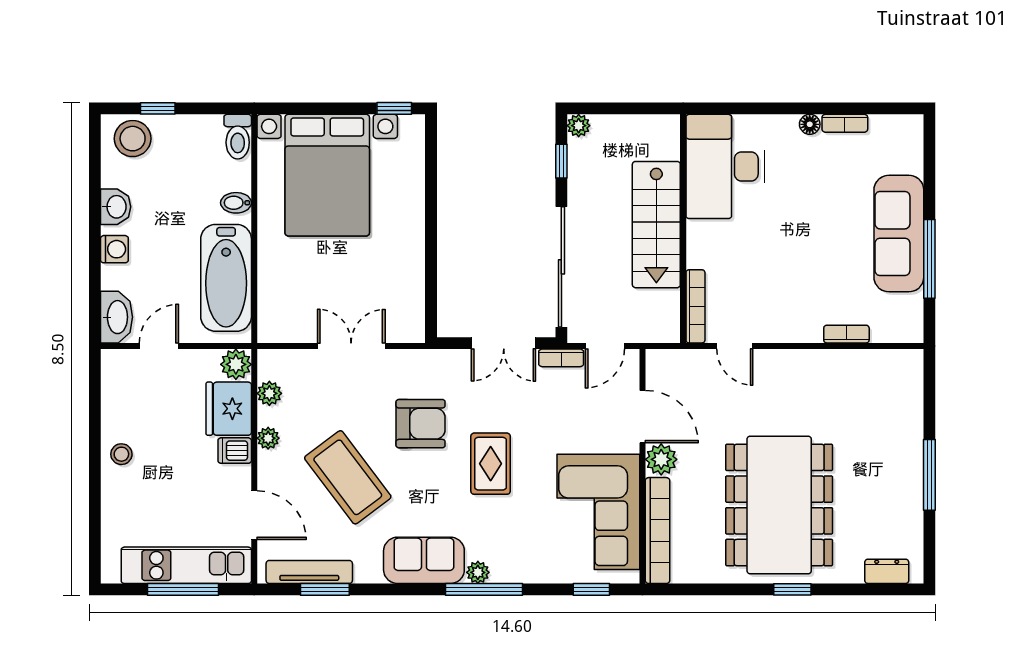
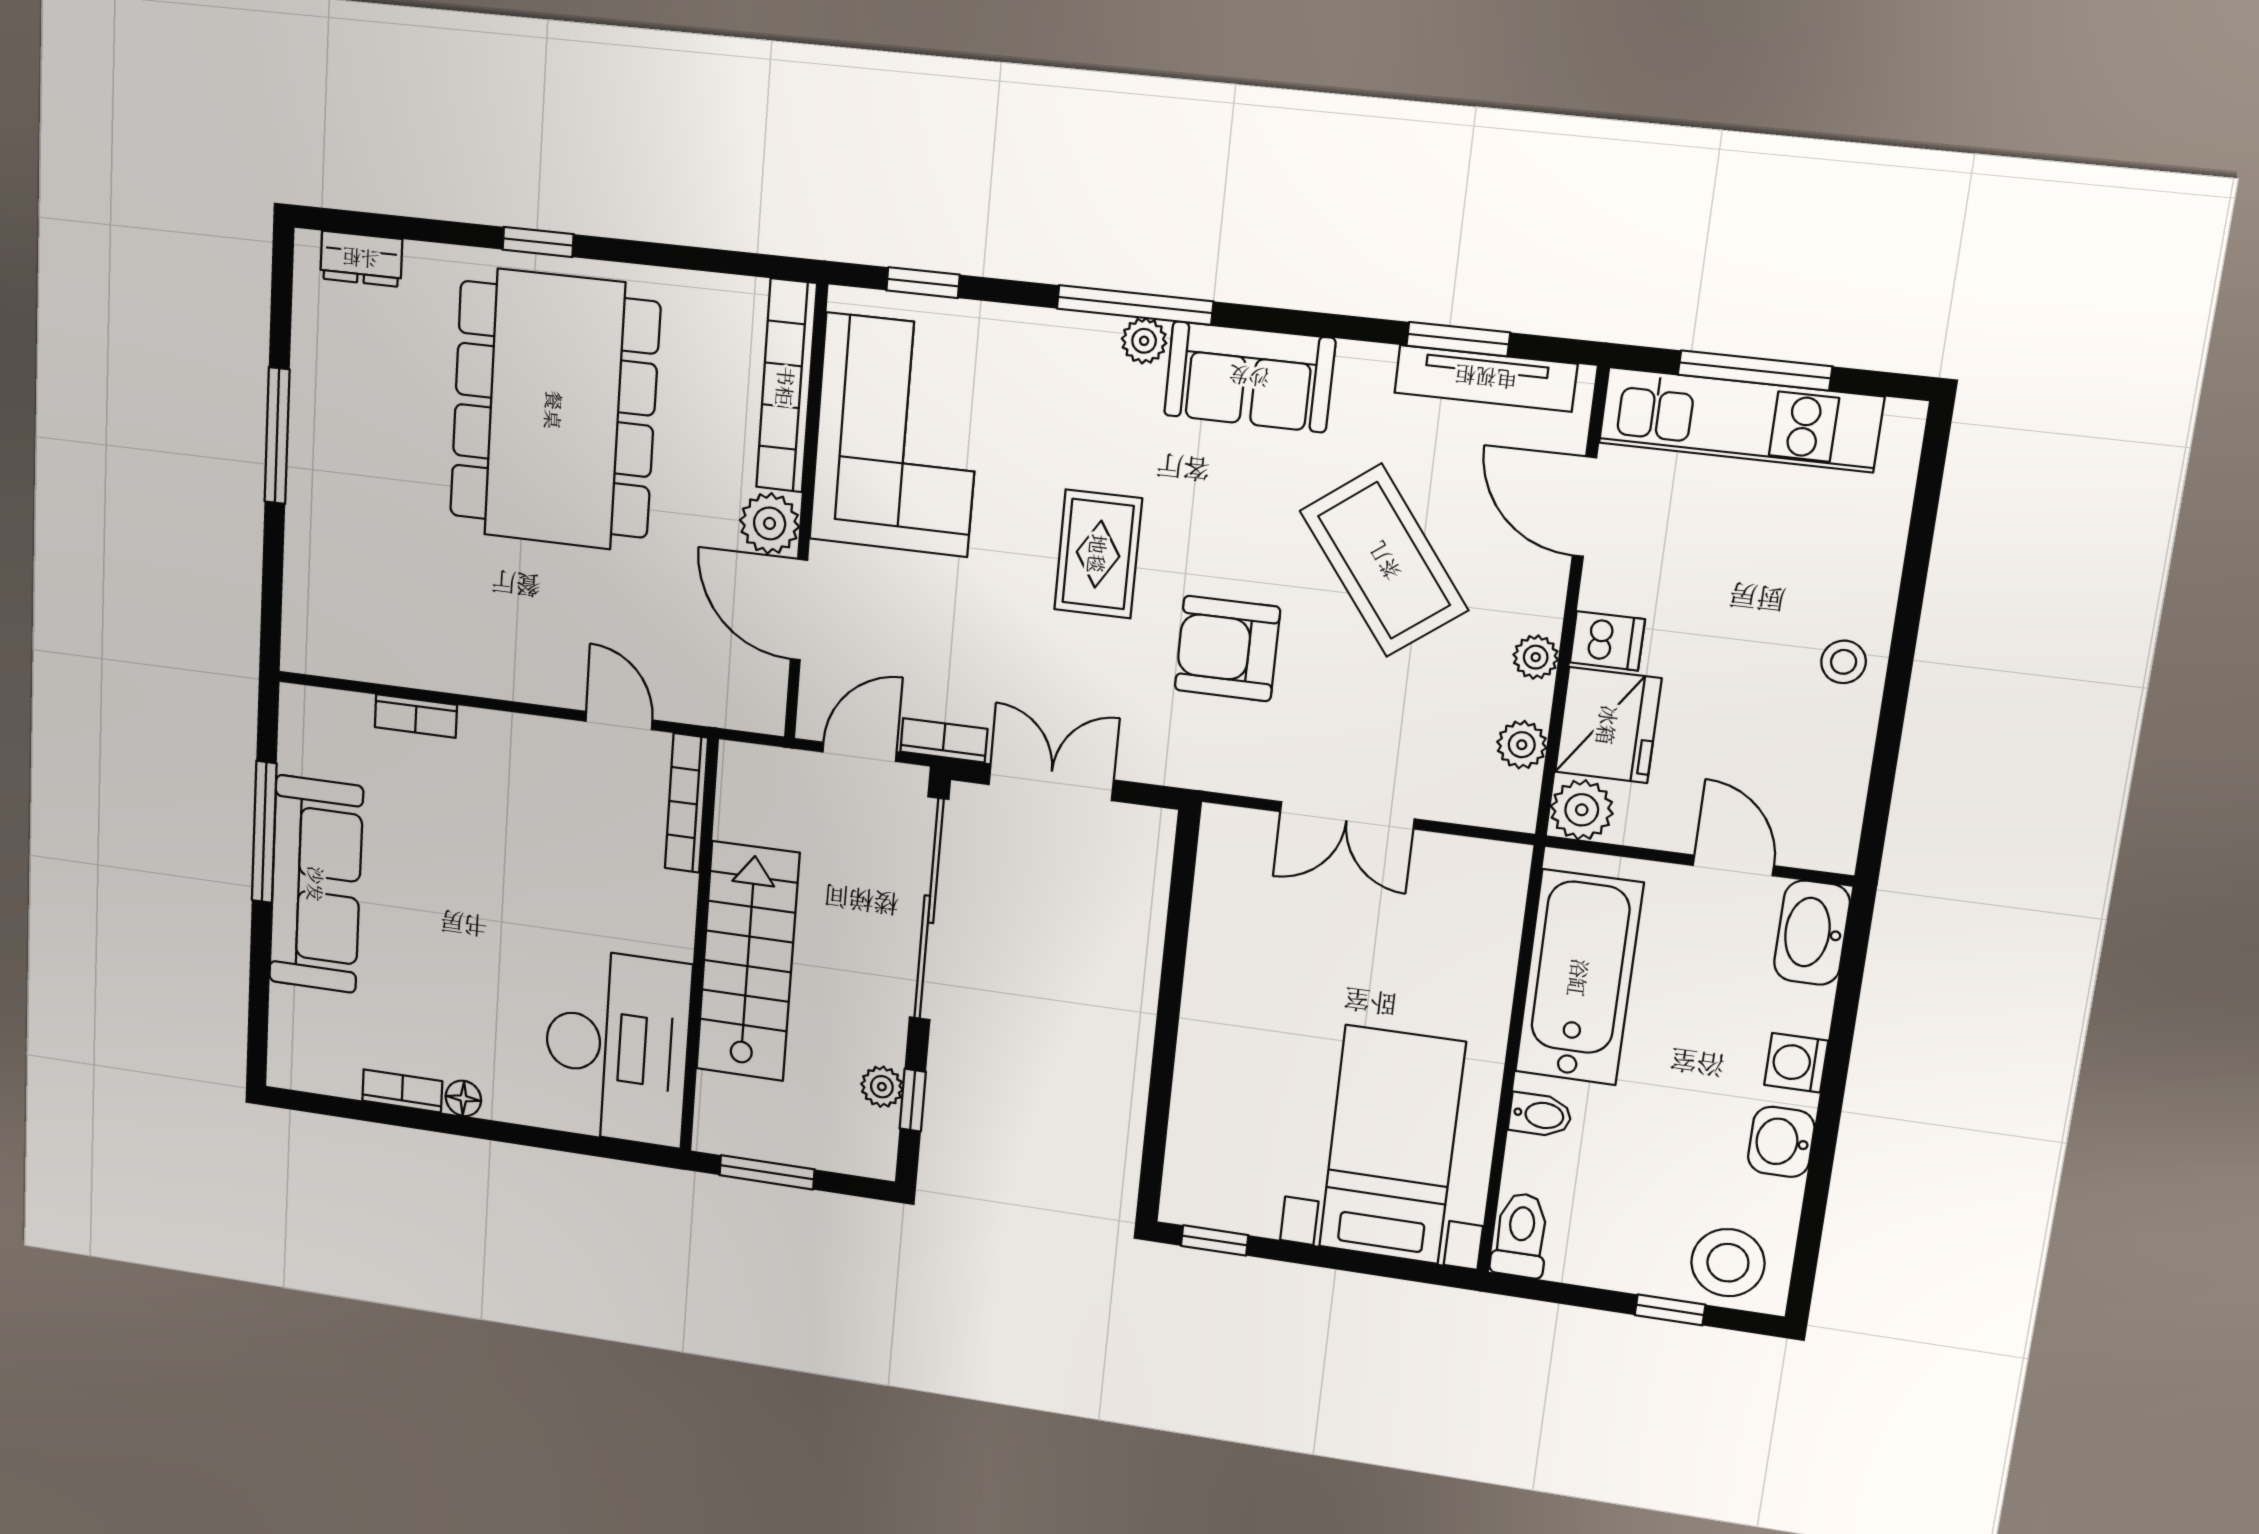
window: (637, 108) -> (767, 1172), added
plant: (579, 126) -> (882, 1087), moved
bed with nightstands: (327, 175) -> (1392, 1145), width x0.73
door: (159, 346) -> (1733, 865), swing flipped

